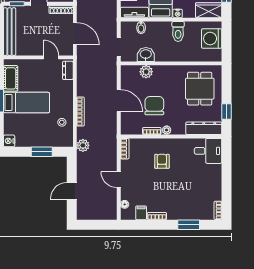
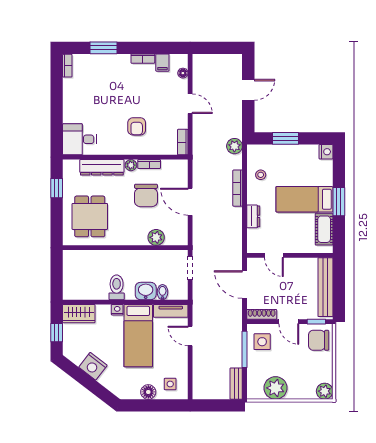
washing machine: (212, 39) -> (75, 279), removed
washbasin: (146, 55) -> (146, 291), moved, turned 180
dresser: (68, 70) -> (253, 216), moved
dresser: (204, 128) -> (102, 167), moved

